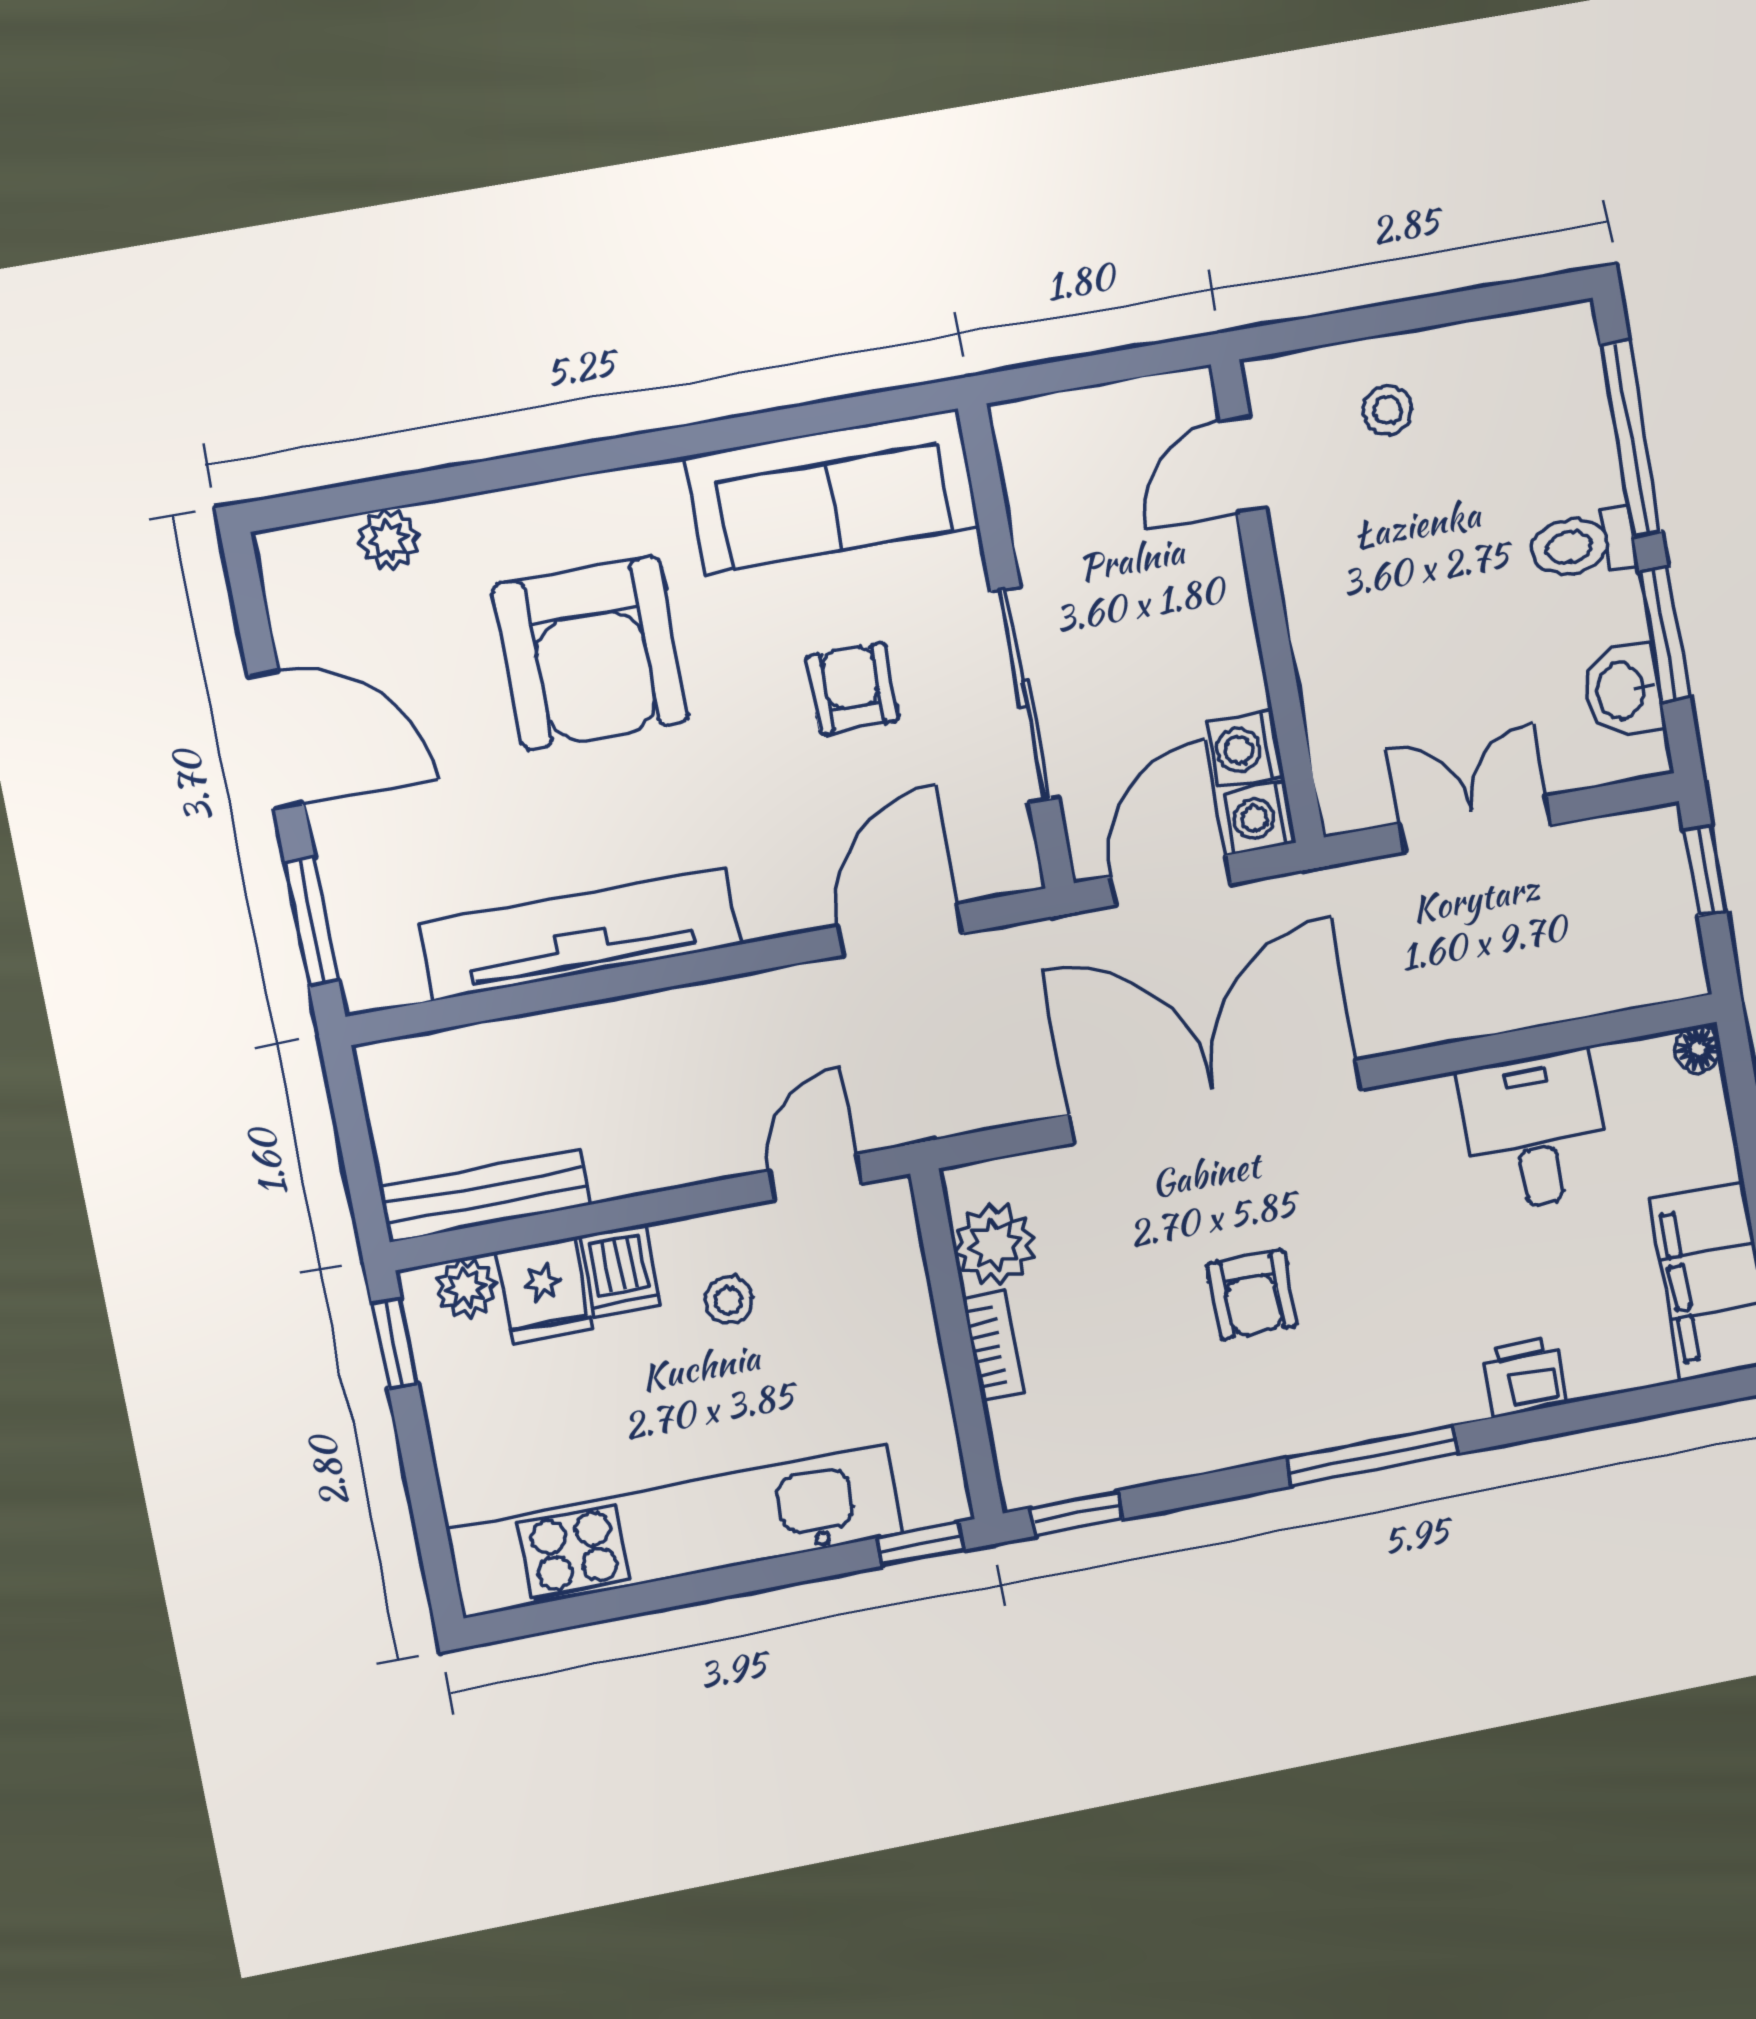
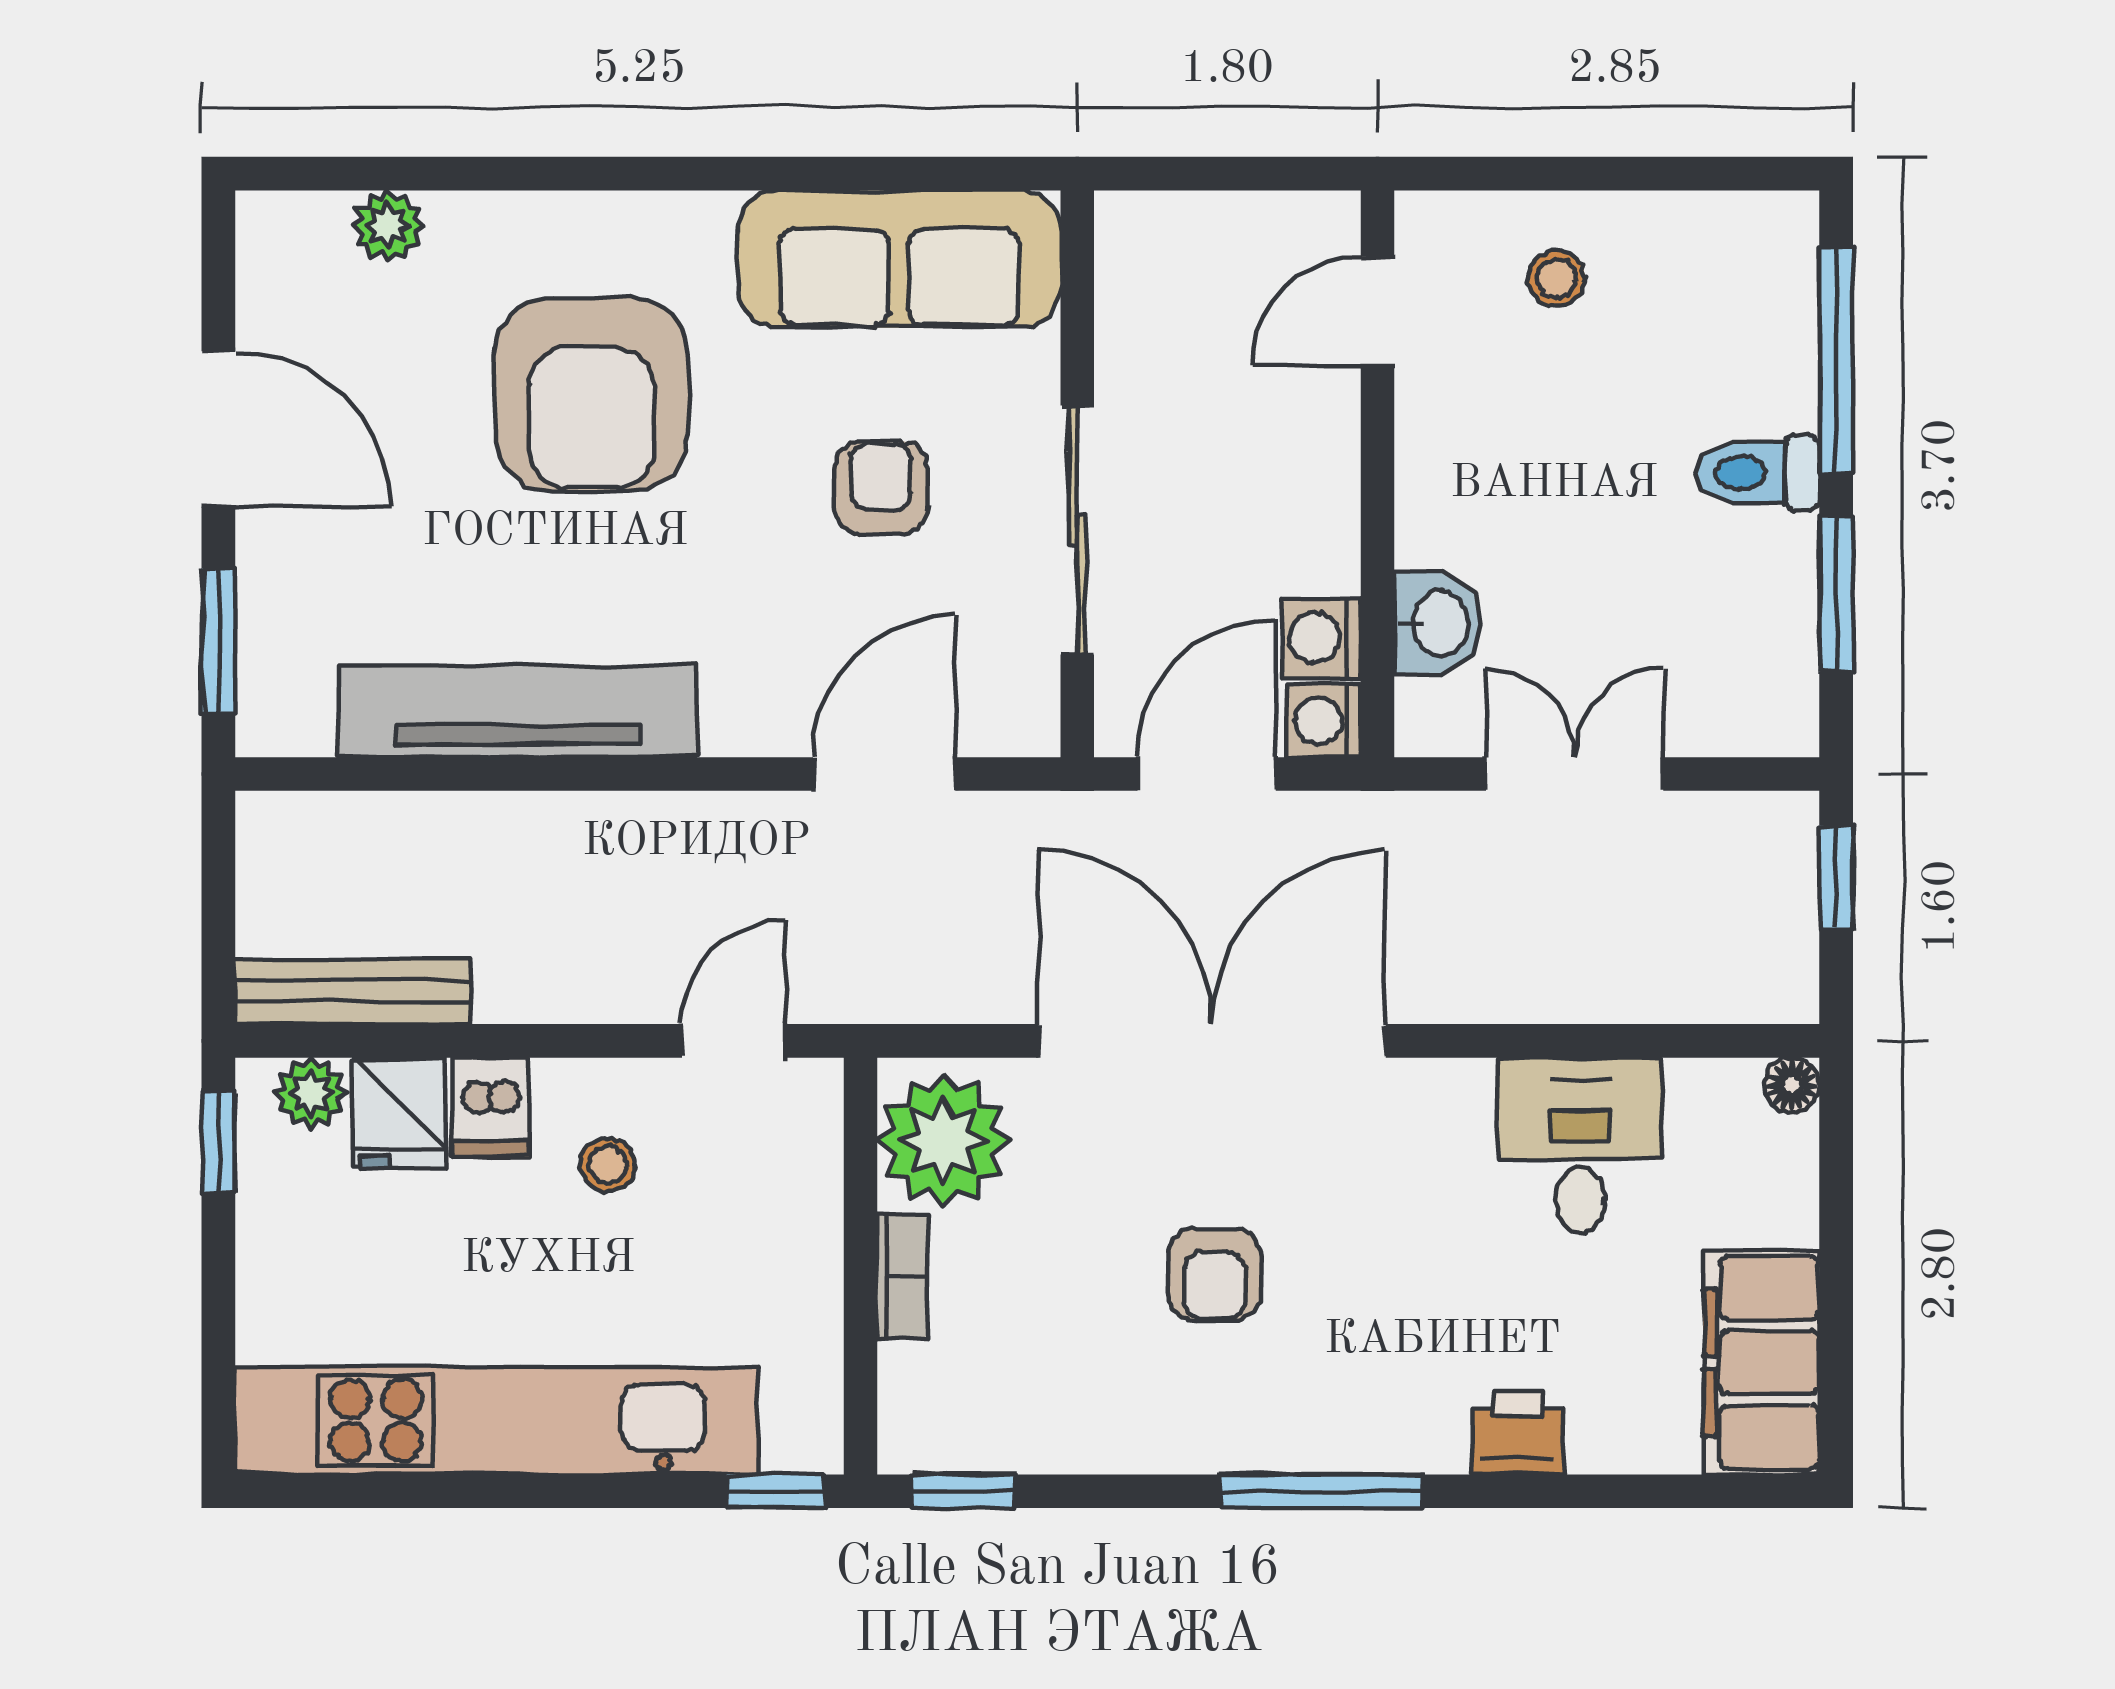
washbasin: (1623, 691) -> (1438, 623), moved, turned 180
plant: (995, 1244) -> (944, 1141), width x1.36, depth x1.36

